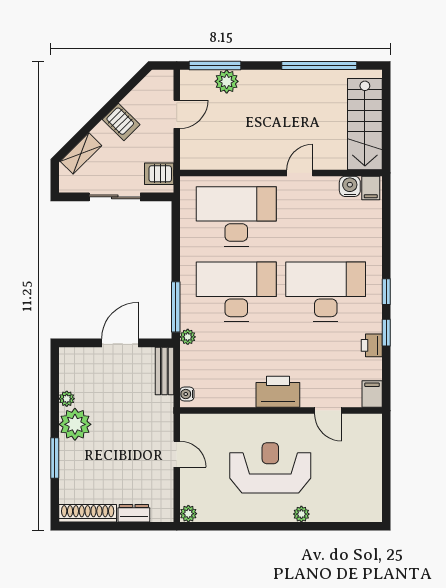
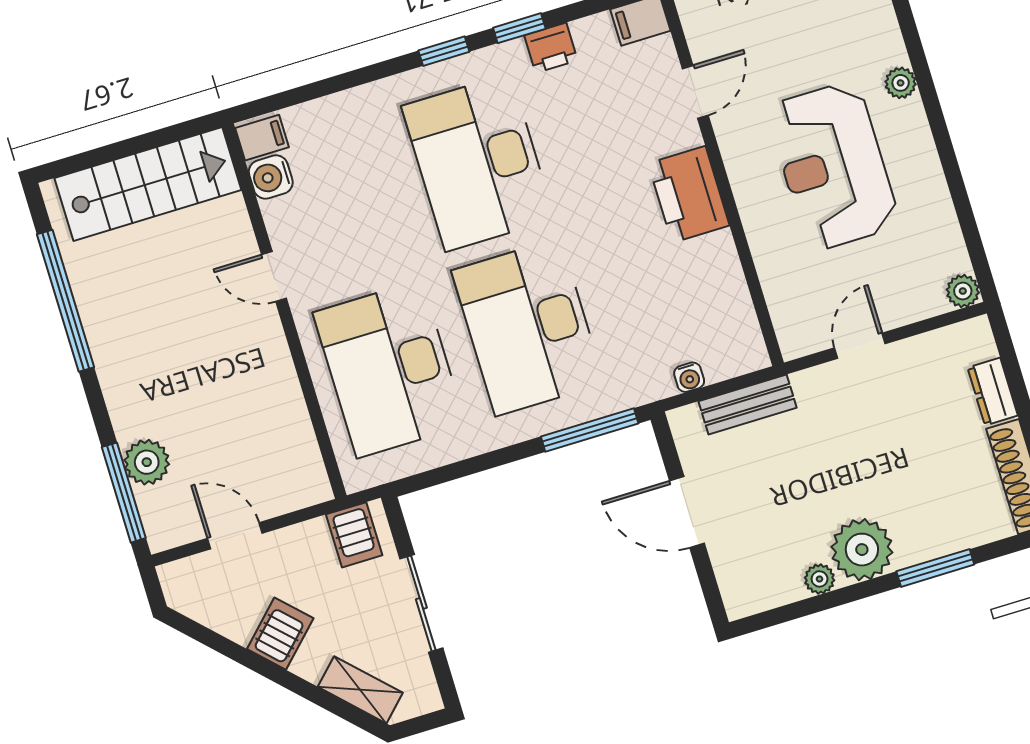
plant: (188, 337) -> (638, 391), removed
bench: (164, 371) -> (748, 405), moved
water cooler: (187, 394) -> (689, 377), moved

